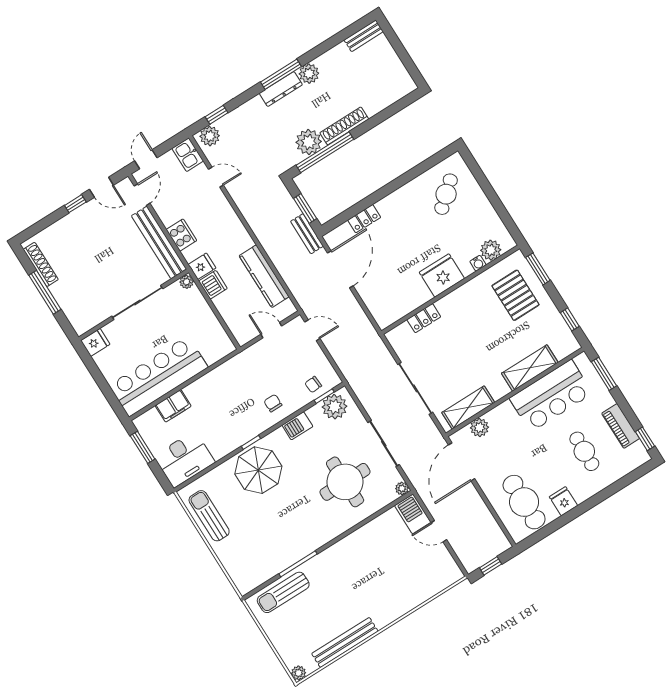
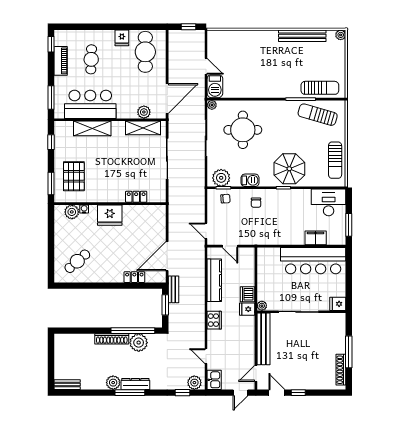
cooker: (181, 235) -> (214, 320), moved, turned 180
sun lounger: (265, 558) -> (318, 115), added

